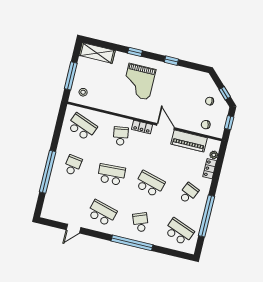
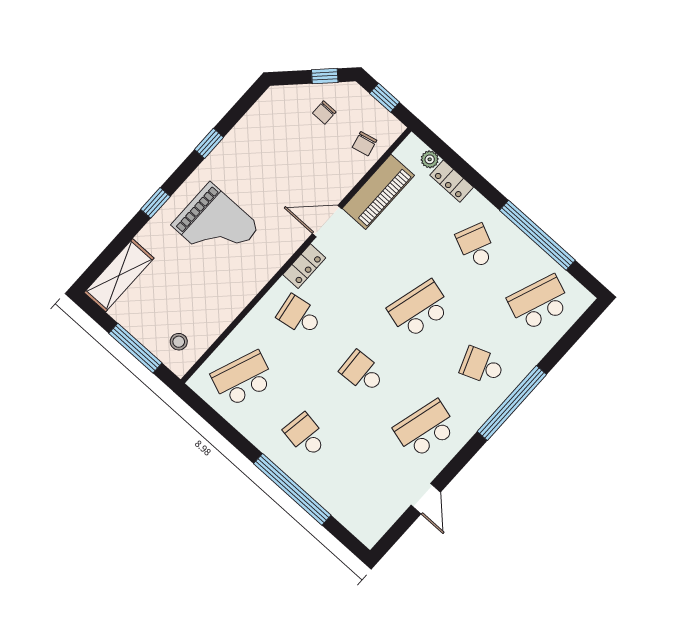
school desk: (111, 175) -> (362, 372), width x0.54

